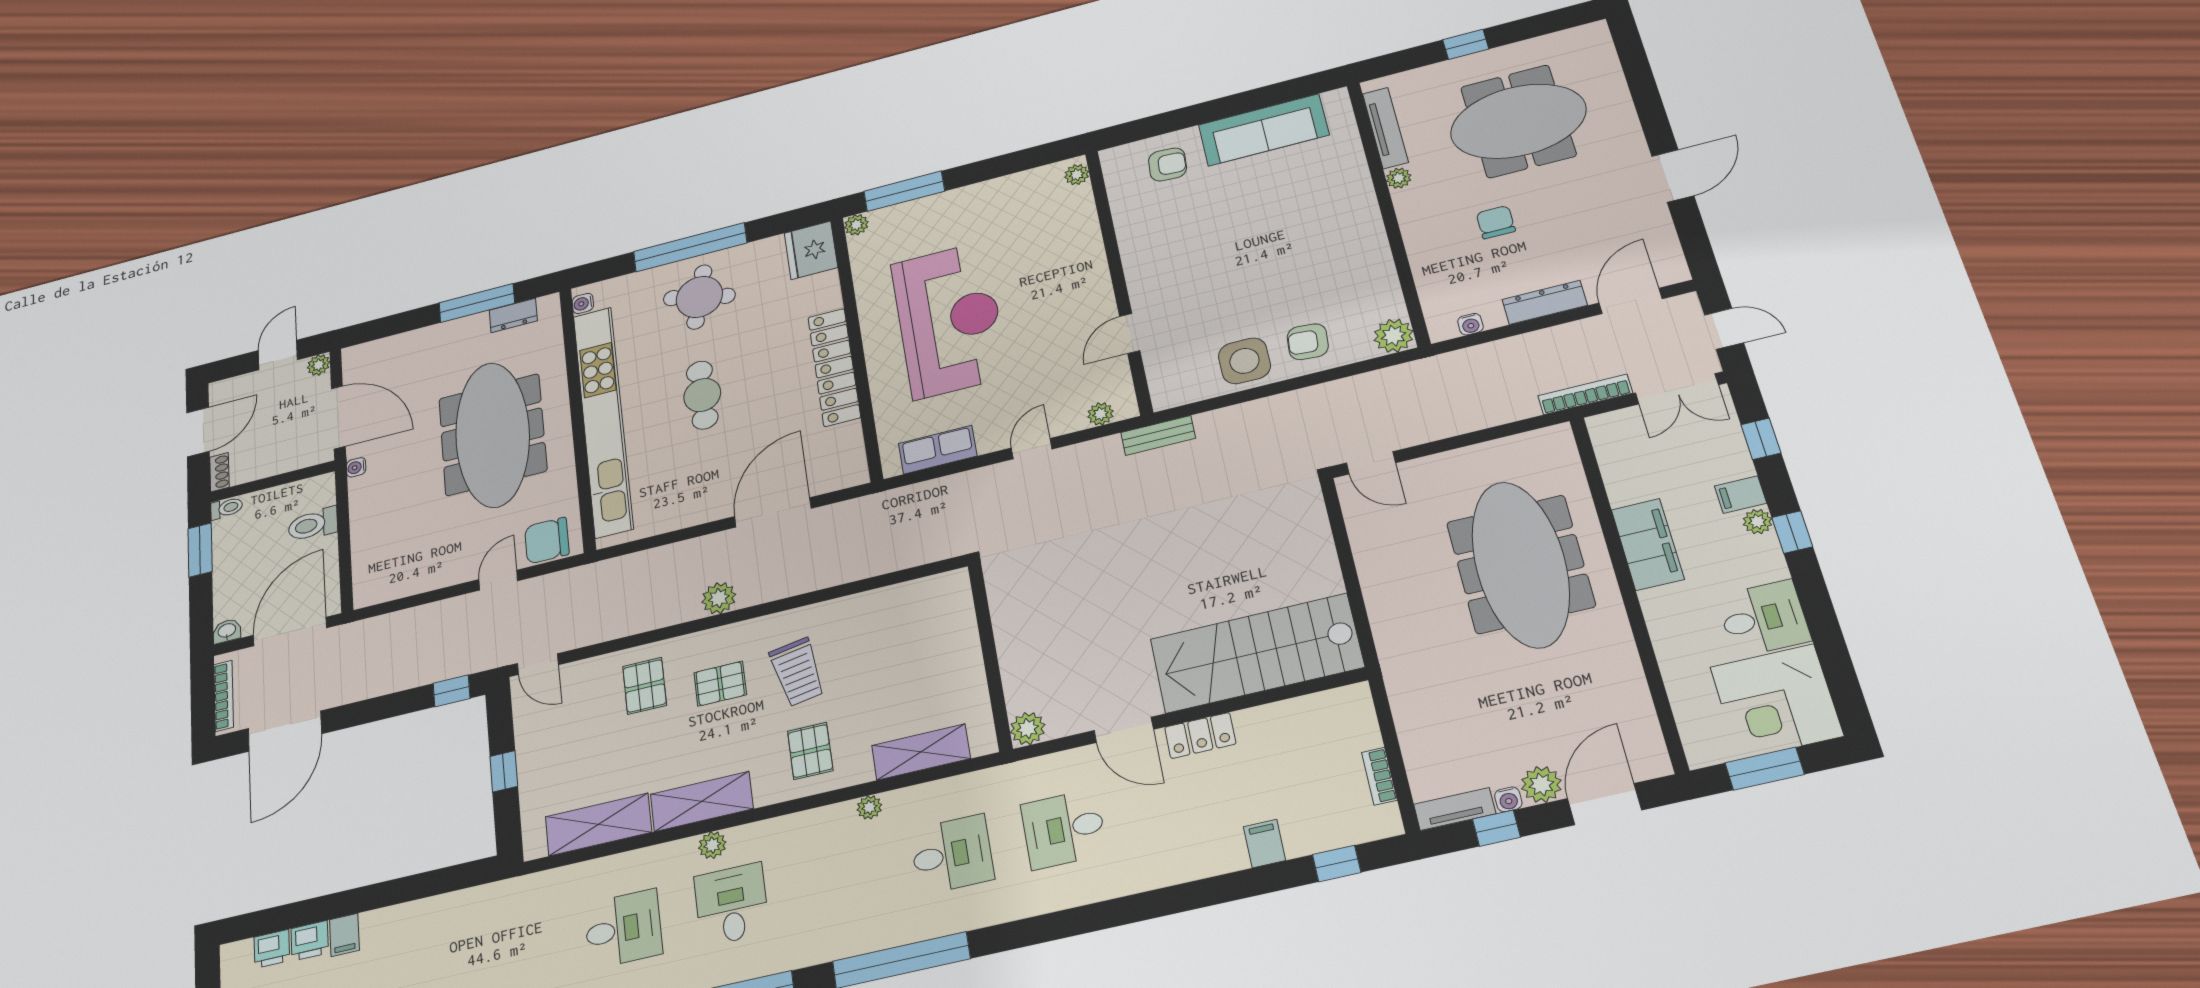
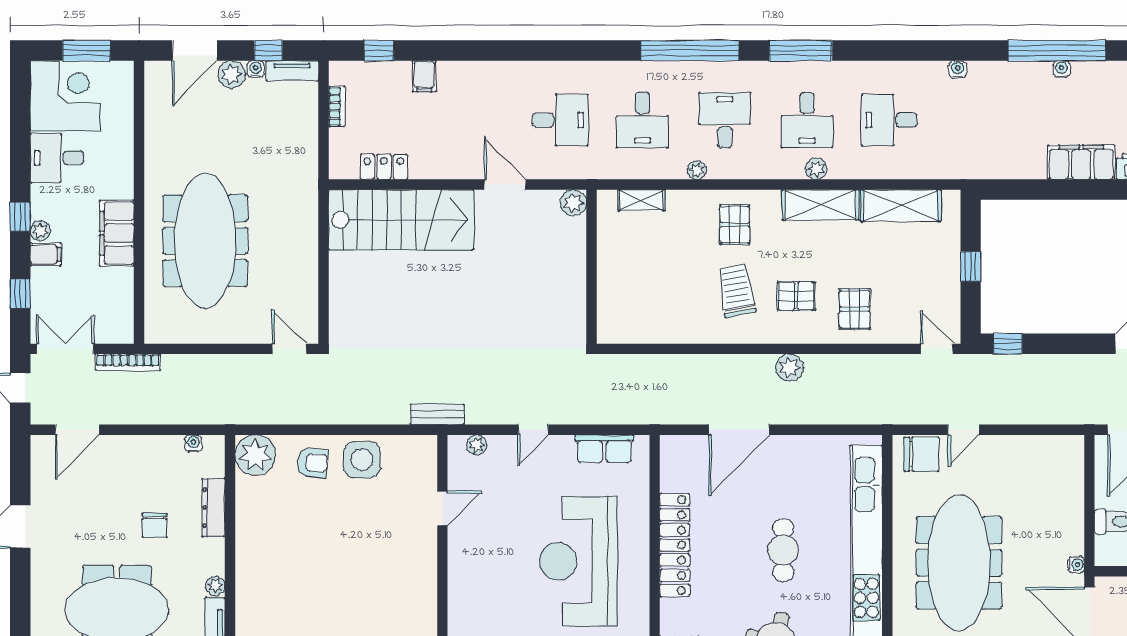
dresser: (1545, 302) -> (214, 508), moved, turned 90
plant: (1394, 336) -> (255, 455), width x1.36, depth x1.36
locker: (1200, 736) -> (384, 167), moved
shelving: (921, 752) -> (641, 200), width x0.67, depth x0.75
desk: (952, 854) -> (642, 120), turned -90
desk: (841, 880) -> (725, 120), added
filing cabinet: (344, 935) -> (1081, 162), width x3.00, depth x1.17

